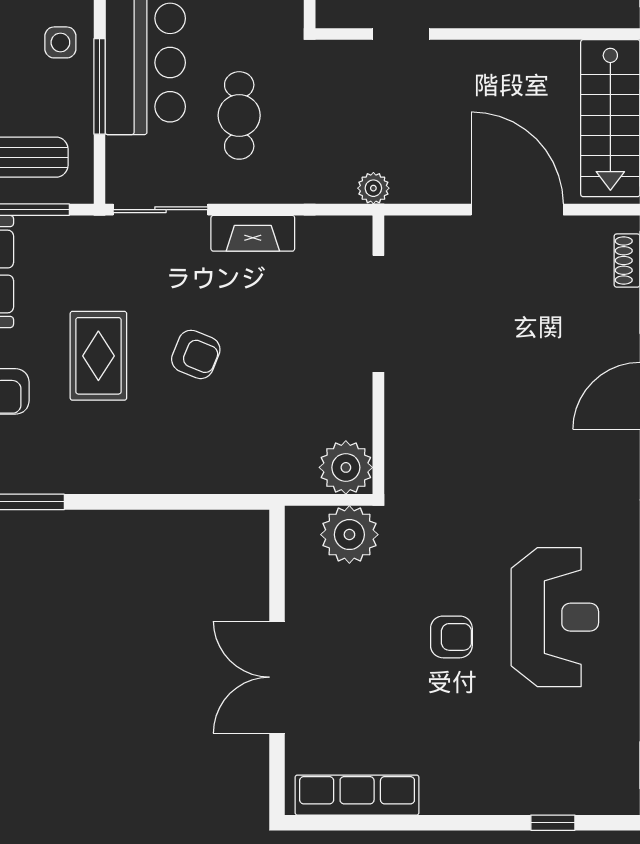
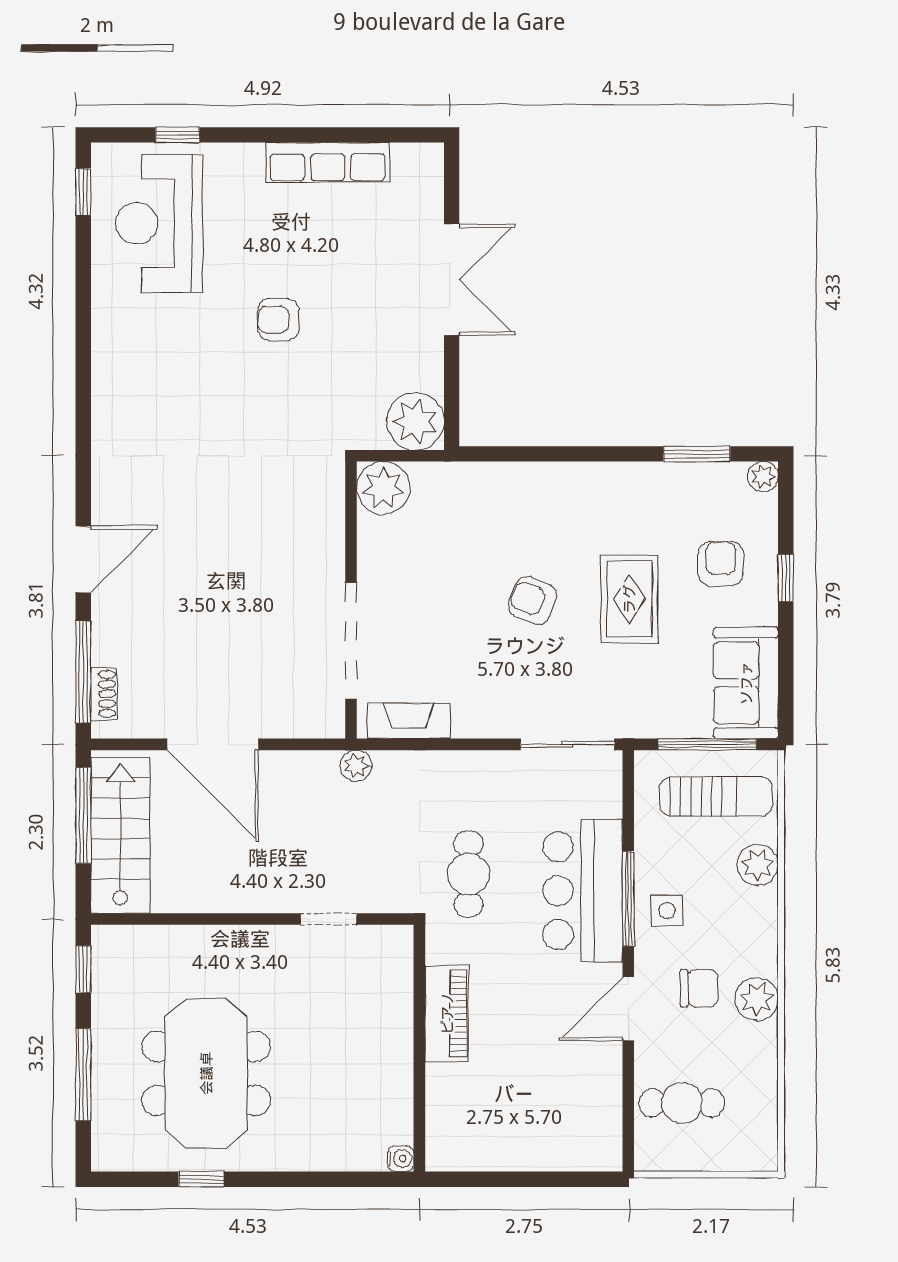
window: (100, 86) -> (628, 899), moved
cafe table: (239, 115) -> (469, 874), moved
fireplace: (253, 233) -> (409, 721), moved
plant: (349, 535) -> (415, 421), moved
reception desk: (555, 617) -> (159, 223), moved
row of seats: (357, 795) -> (328, 162), moved

